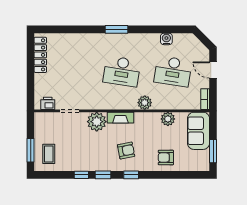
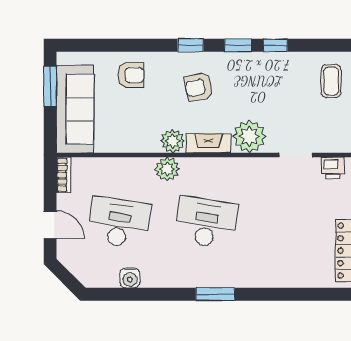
plant: (168, 119) -> (173, 141), moved
sofa: (198, 131) -> (75, 109), width x1.36

